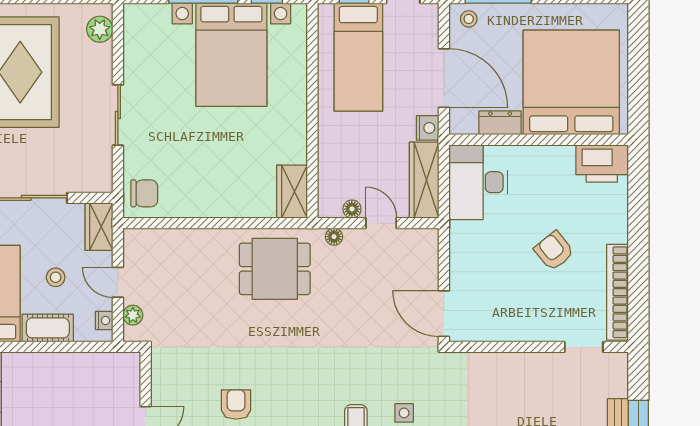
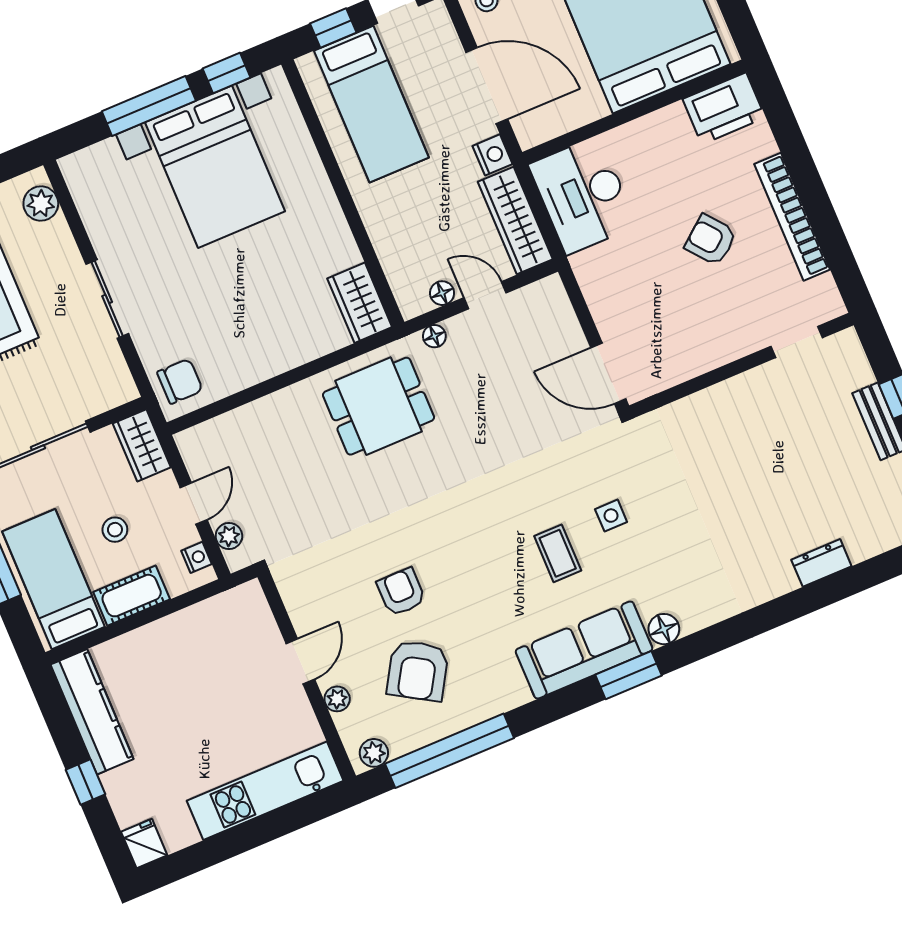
dresser: (500, 123) -> (579, 111), removed
door: (118, 282) -> (194, 504), swing flipped
bookcase: (617, 292) -> (792, 217), moved

